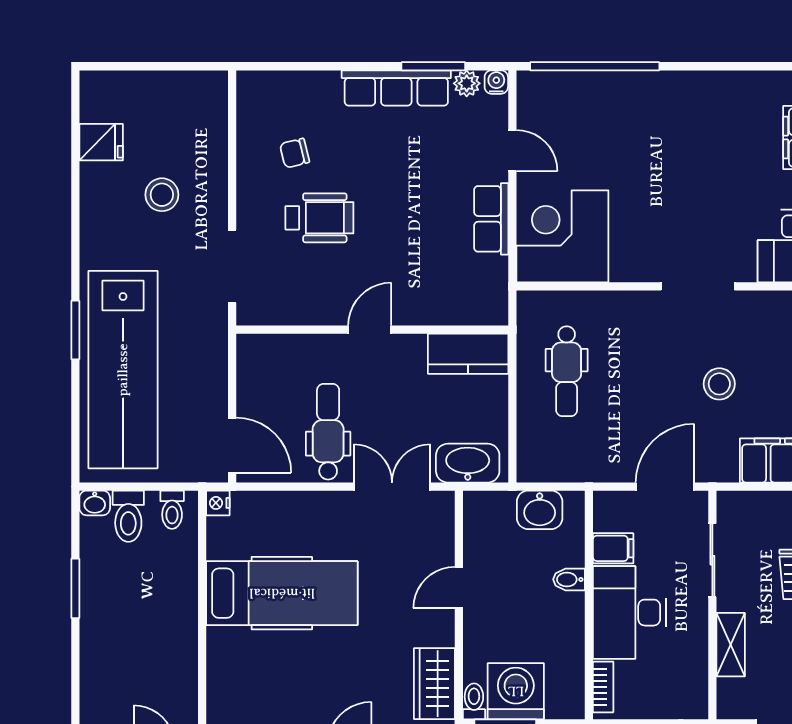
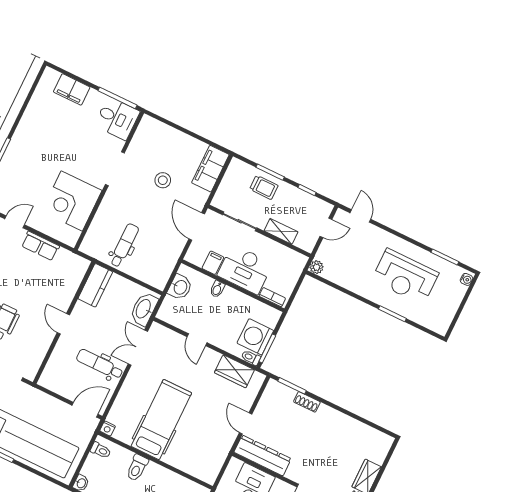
corner desk: (562, 236) -> (72, 201), moved
dental chair: (567, 371) -> (124, 245), turned -90
toilet: (128, 516) -> (137, 468), moved, turned 90

